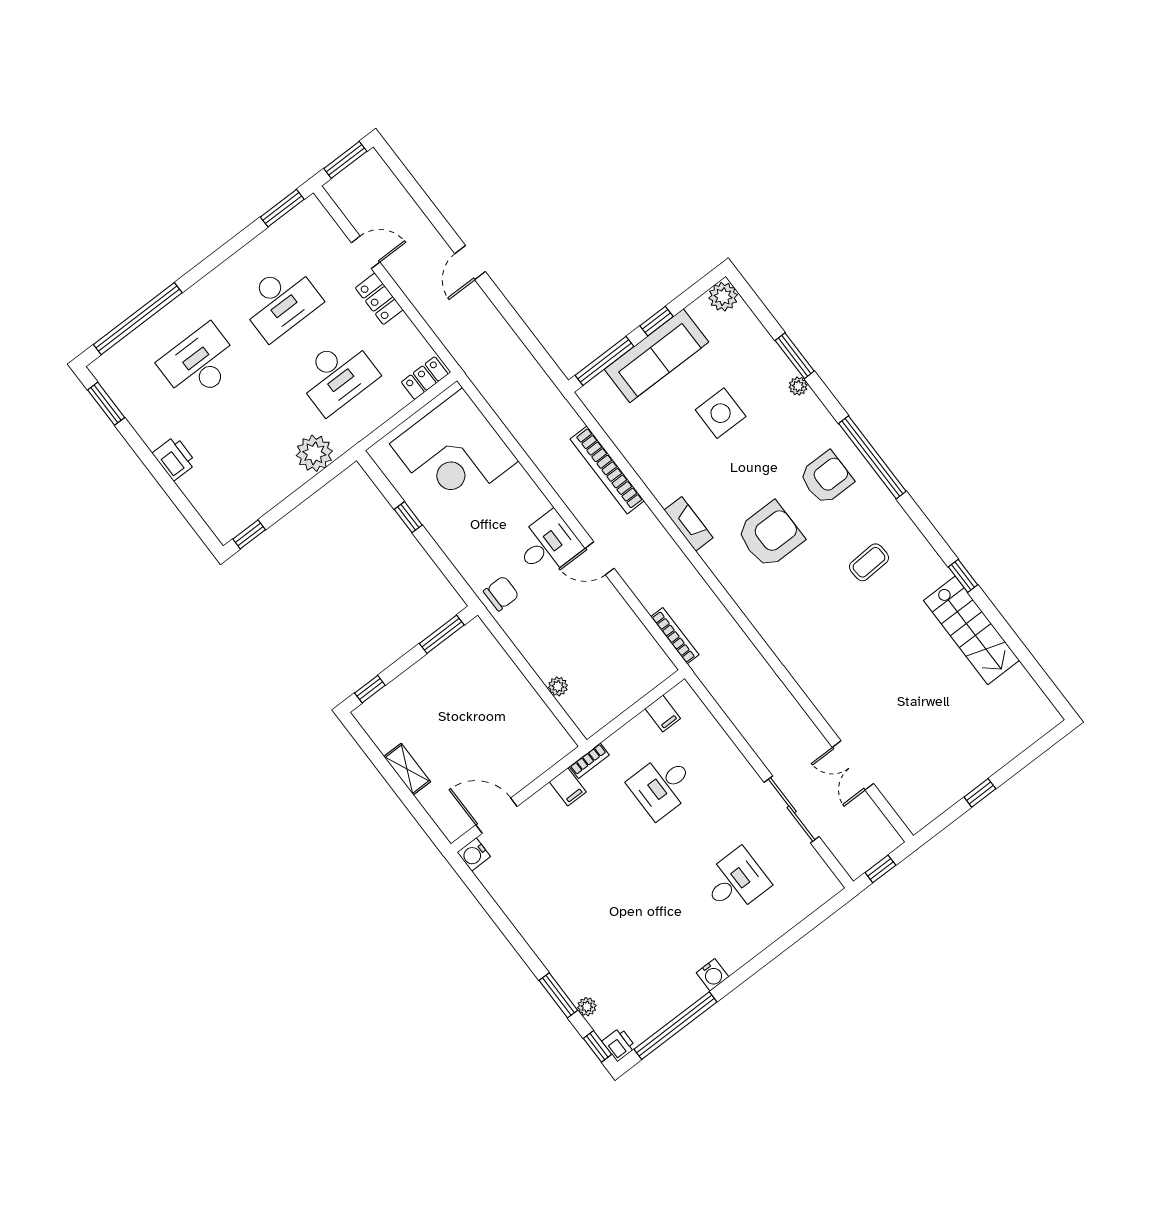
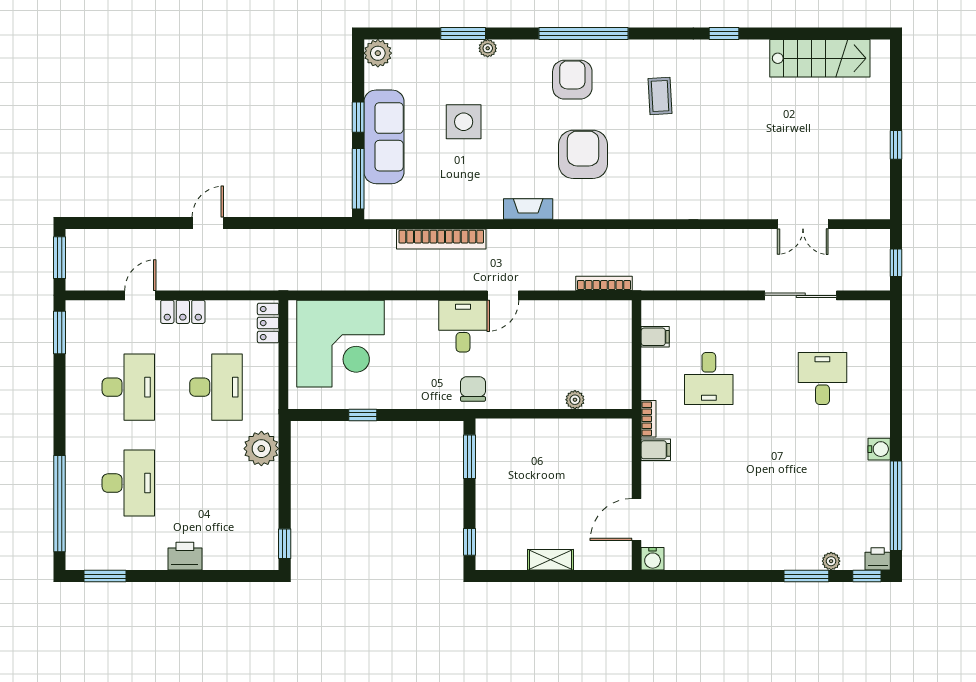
door: (470, 263) -> (208, 223), swing flipped
desk: (199, 363) -> (128, 483), turned 180
stairs: (972, 630) -> (820, 58), moved

